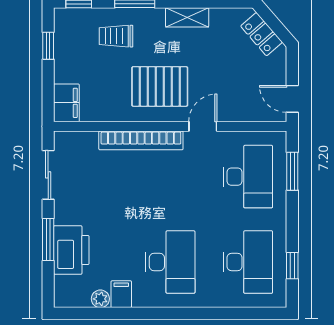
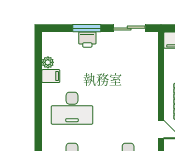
bookcase: (141, 140) -> (152, 89), removed
printer: (71, 250) -> (87, 40), width x0.53, depth x0.68

